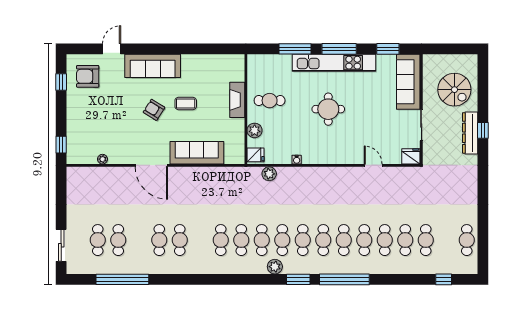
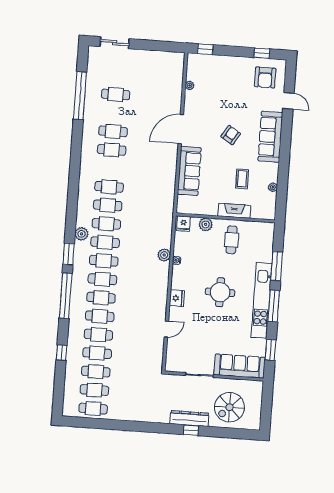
plant: (208, 59) -> (273, 187), added
armchair: (88, 76) -> (265, 77), turned 180
coffee table: (186, 103) -> (242, 179), moved
fridge: (411, 156) -> (177, 298), moved
plant: (269, 174) -> (164, 255), moved
cafe table: (98, 240) -> (94, 390), moved
window: (444, 279) -> (62, 353), moved

